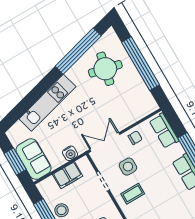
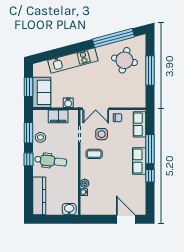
window: (141, 64) -> (150, 71), width x0.68
double door: (105, 142) -> (96, 109), swing flipped

